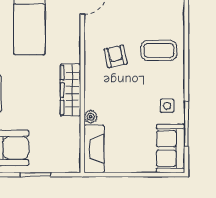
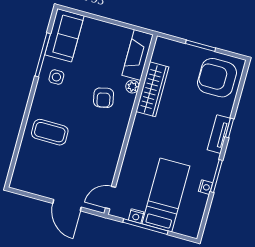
armchair: (116, 56) -> (104, 98), moved
wardrobe: (70, 90) -> (152, 89), moved

